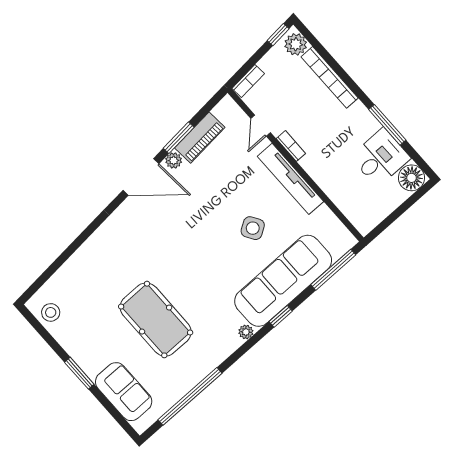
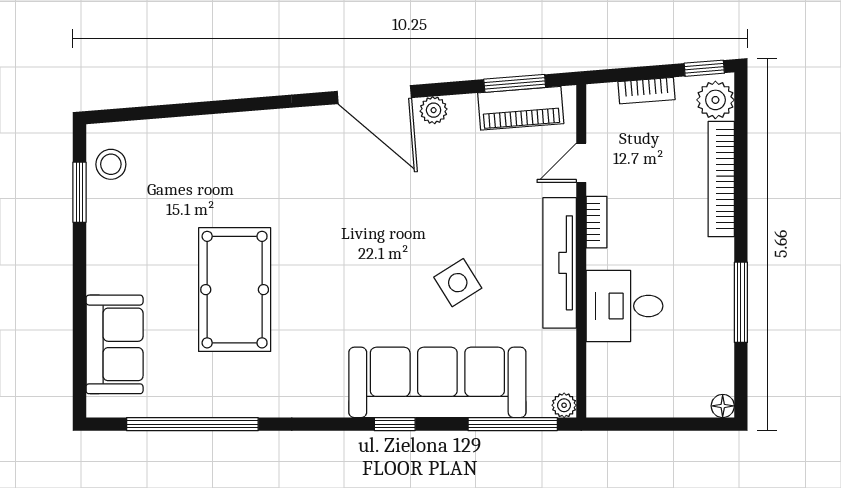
bookcase: (248, 81) -> (647, 91), moved
window: (179, 138) -> (515, 83), moved
piano: (200, 138) -> (521, 108), moved
desk: (380, 158) -> (625, 306), moved, turned 180
floor lamp: (411, 178) -> (723, 406), width x0.53, depth x0.53
plant: (246, 332) -> (564, 405), moved
window: (79, 373) -> (79, 192), moved

